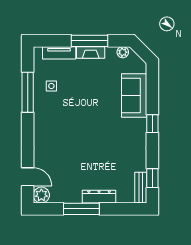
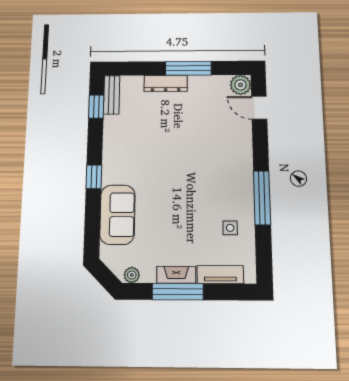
window: (28, 92) -> (262, 198), moved

